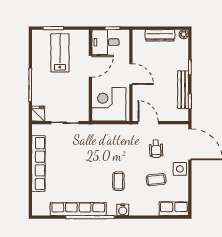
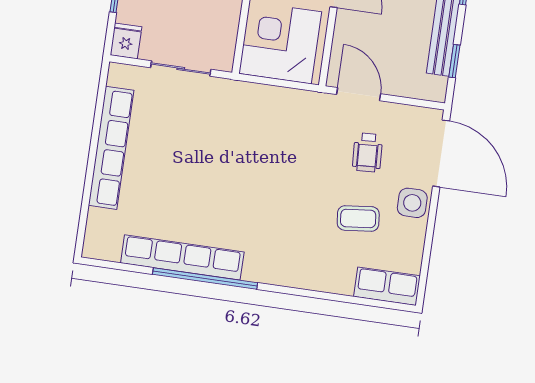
coffee table: (118, 181) -> (277, 210), removed
water cooler: (123, 210) -> (277, 273), removed

